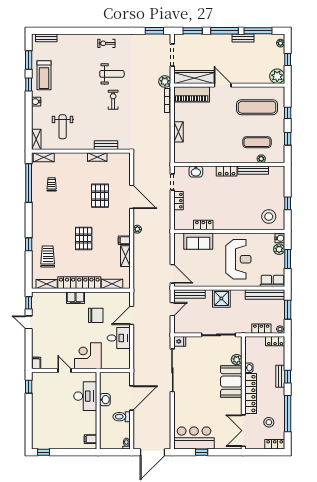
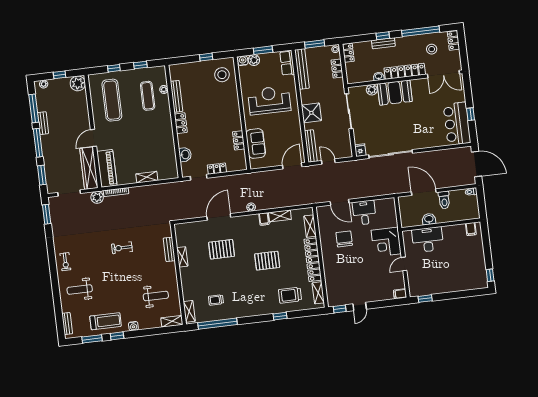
weight bench: (112, 74) -> (80, 290), moved, turned -90
filing cabinet: (75, 298) -> (329, 262), removed

